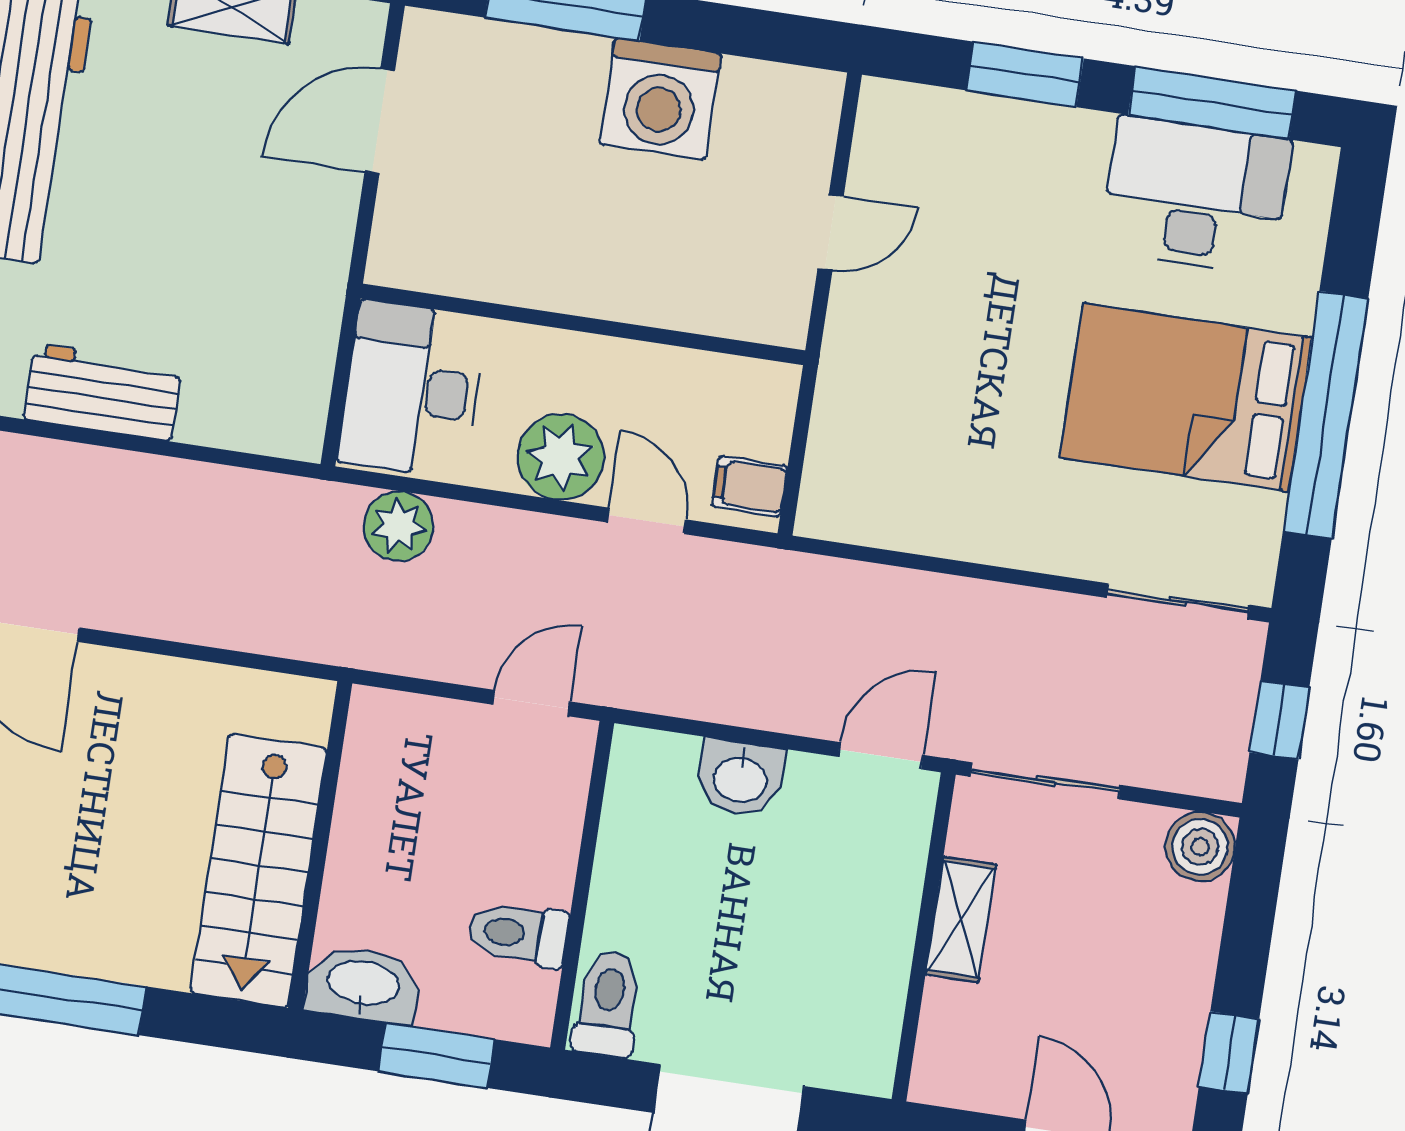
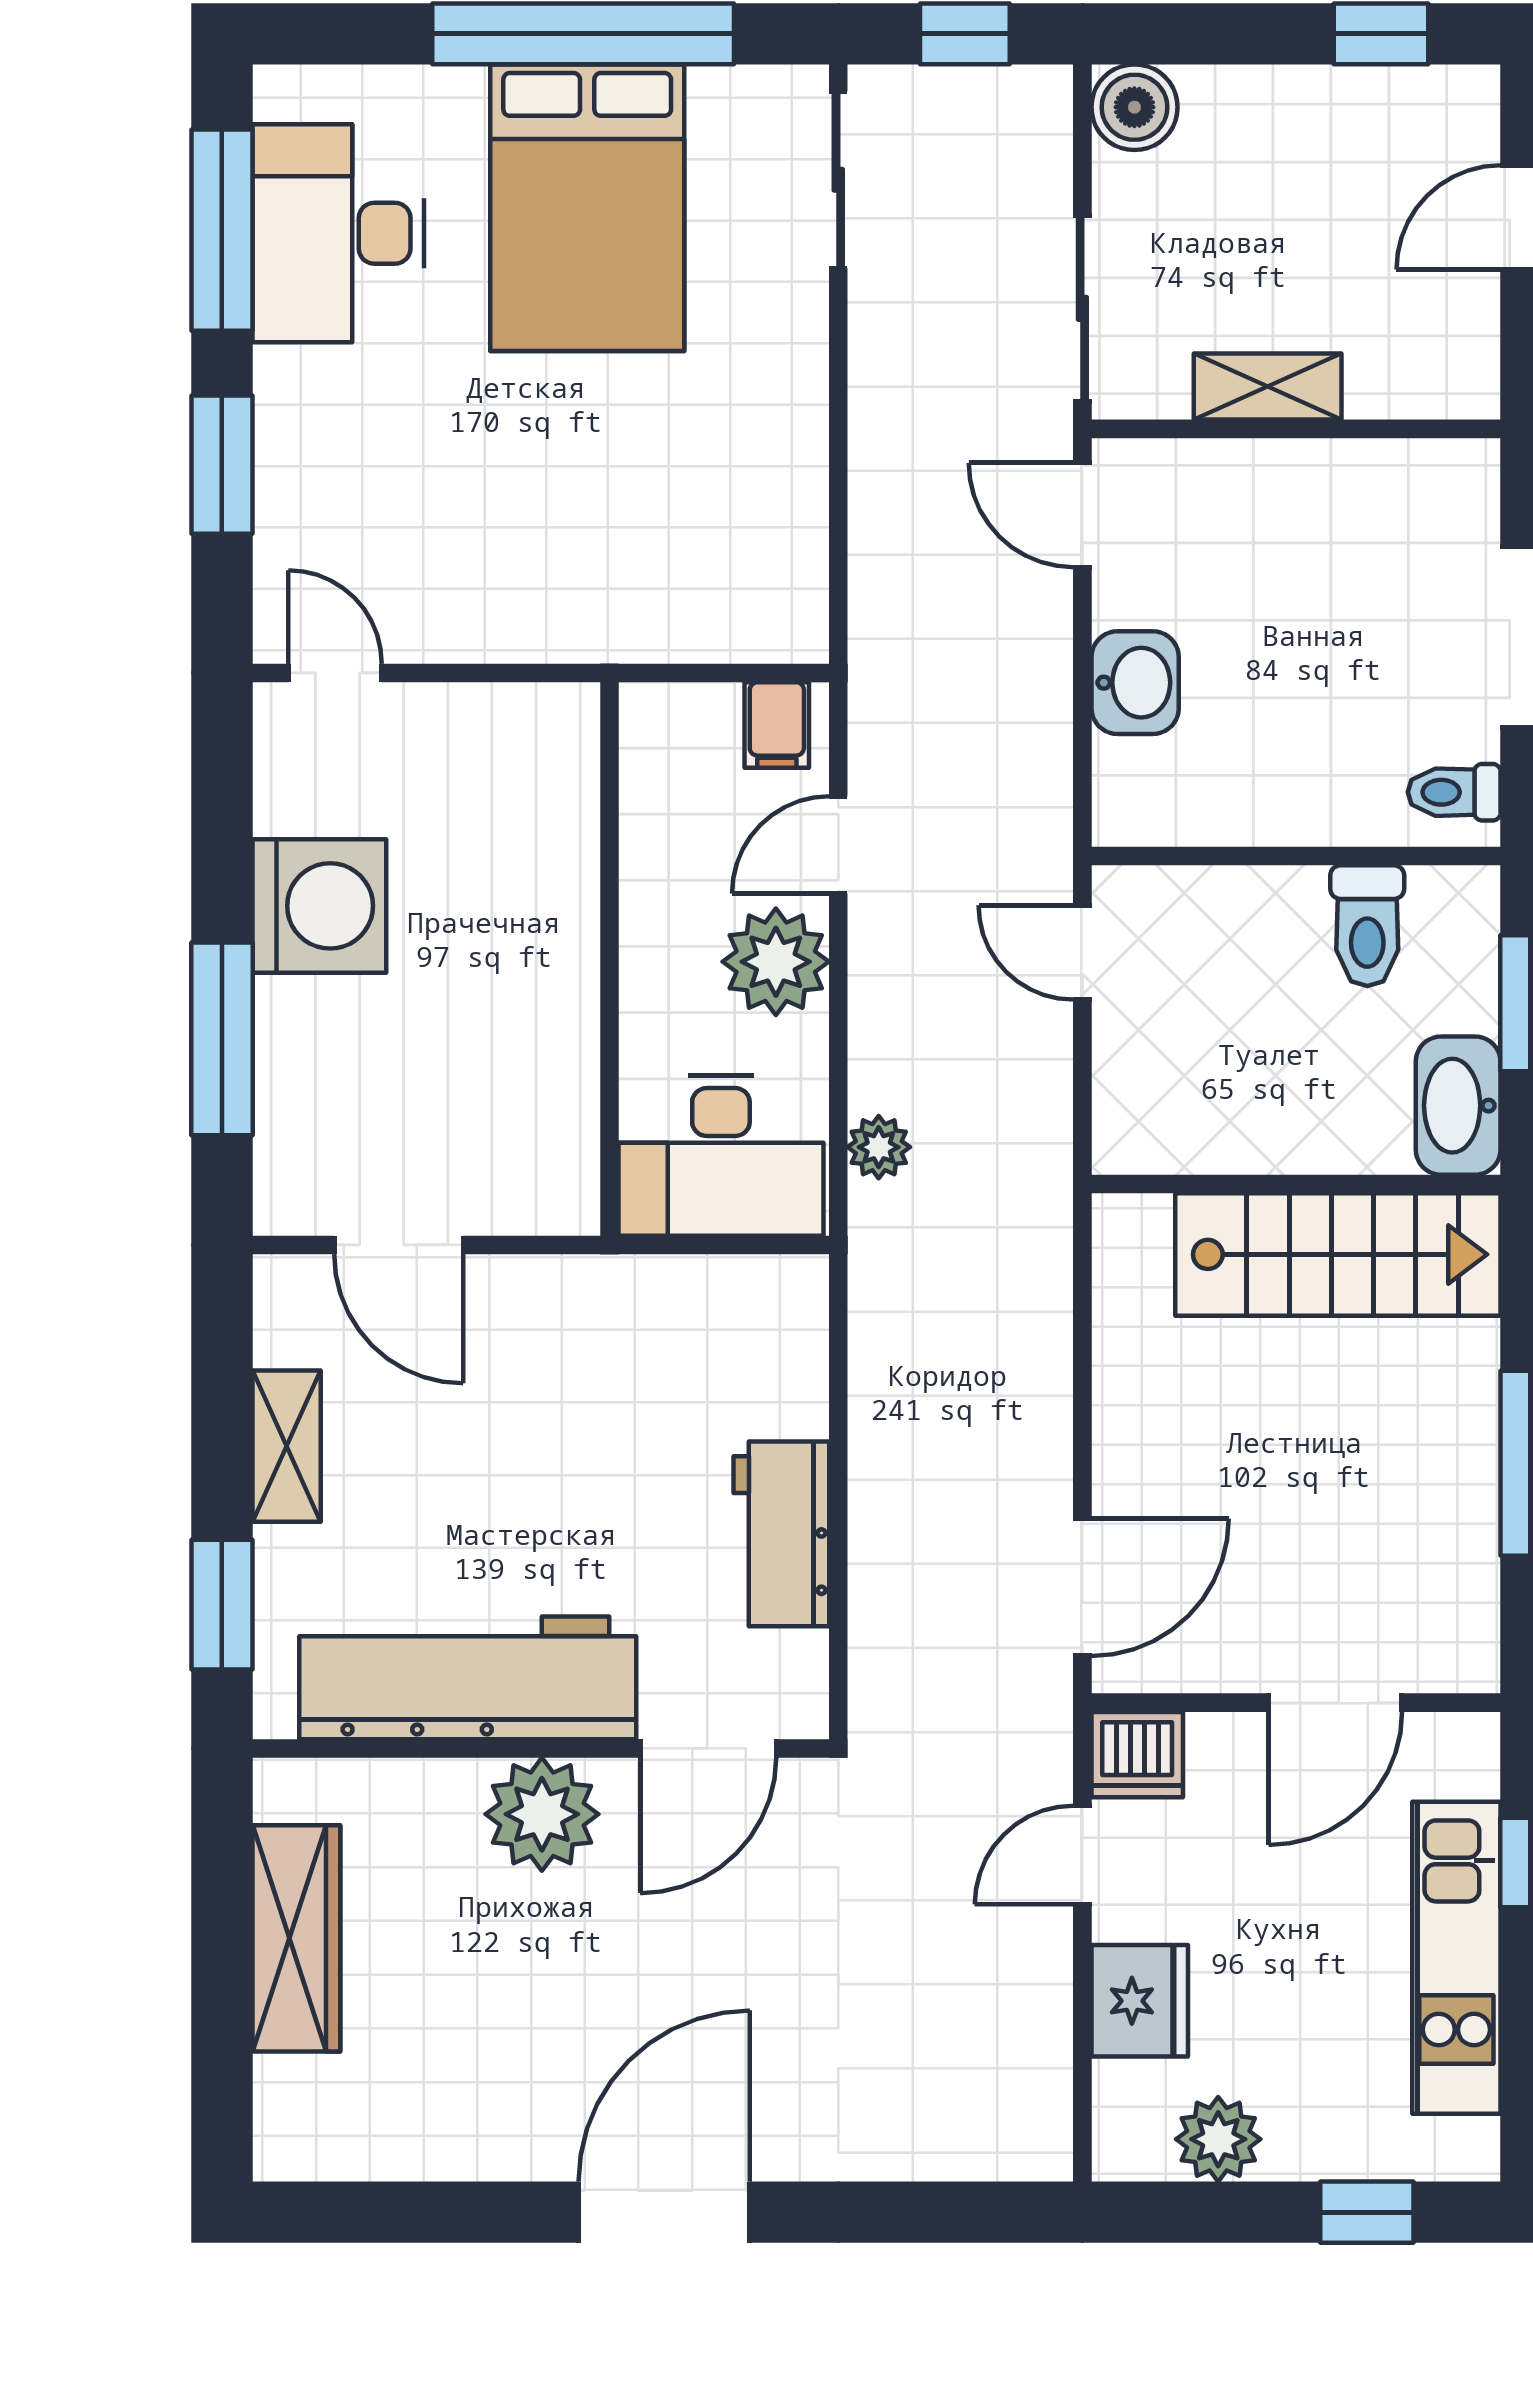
door: (831, 232) -> (335, 673), moved
plant: (399, 526) -> (879, 1147), width x0.73, depth x0.73
toilet: (608, 1004) -> (1454, 792), width x0.73, depth x0.72

